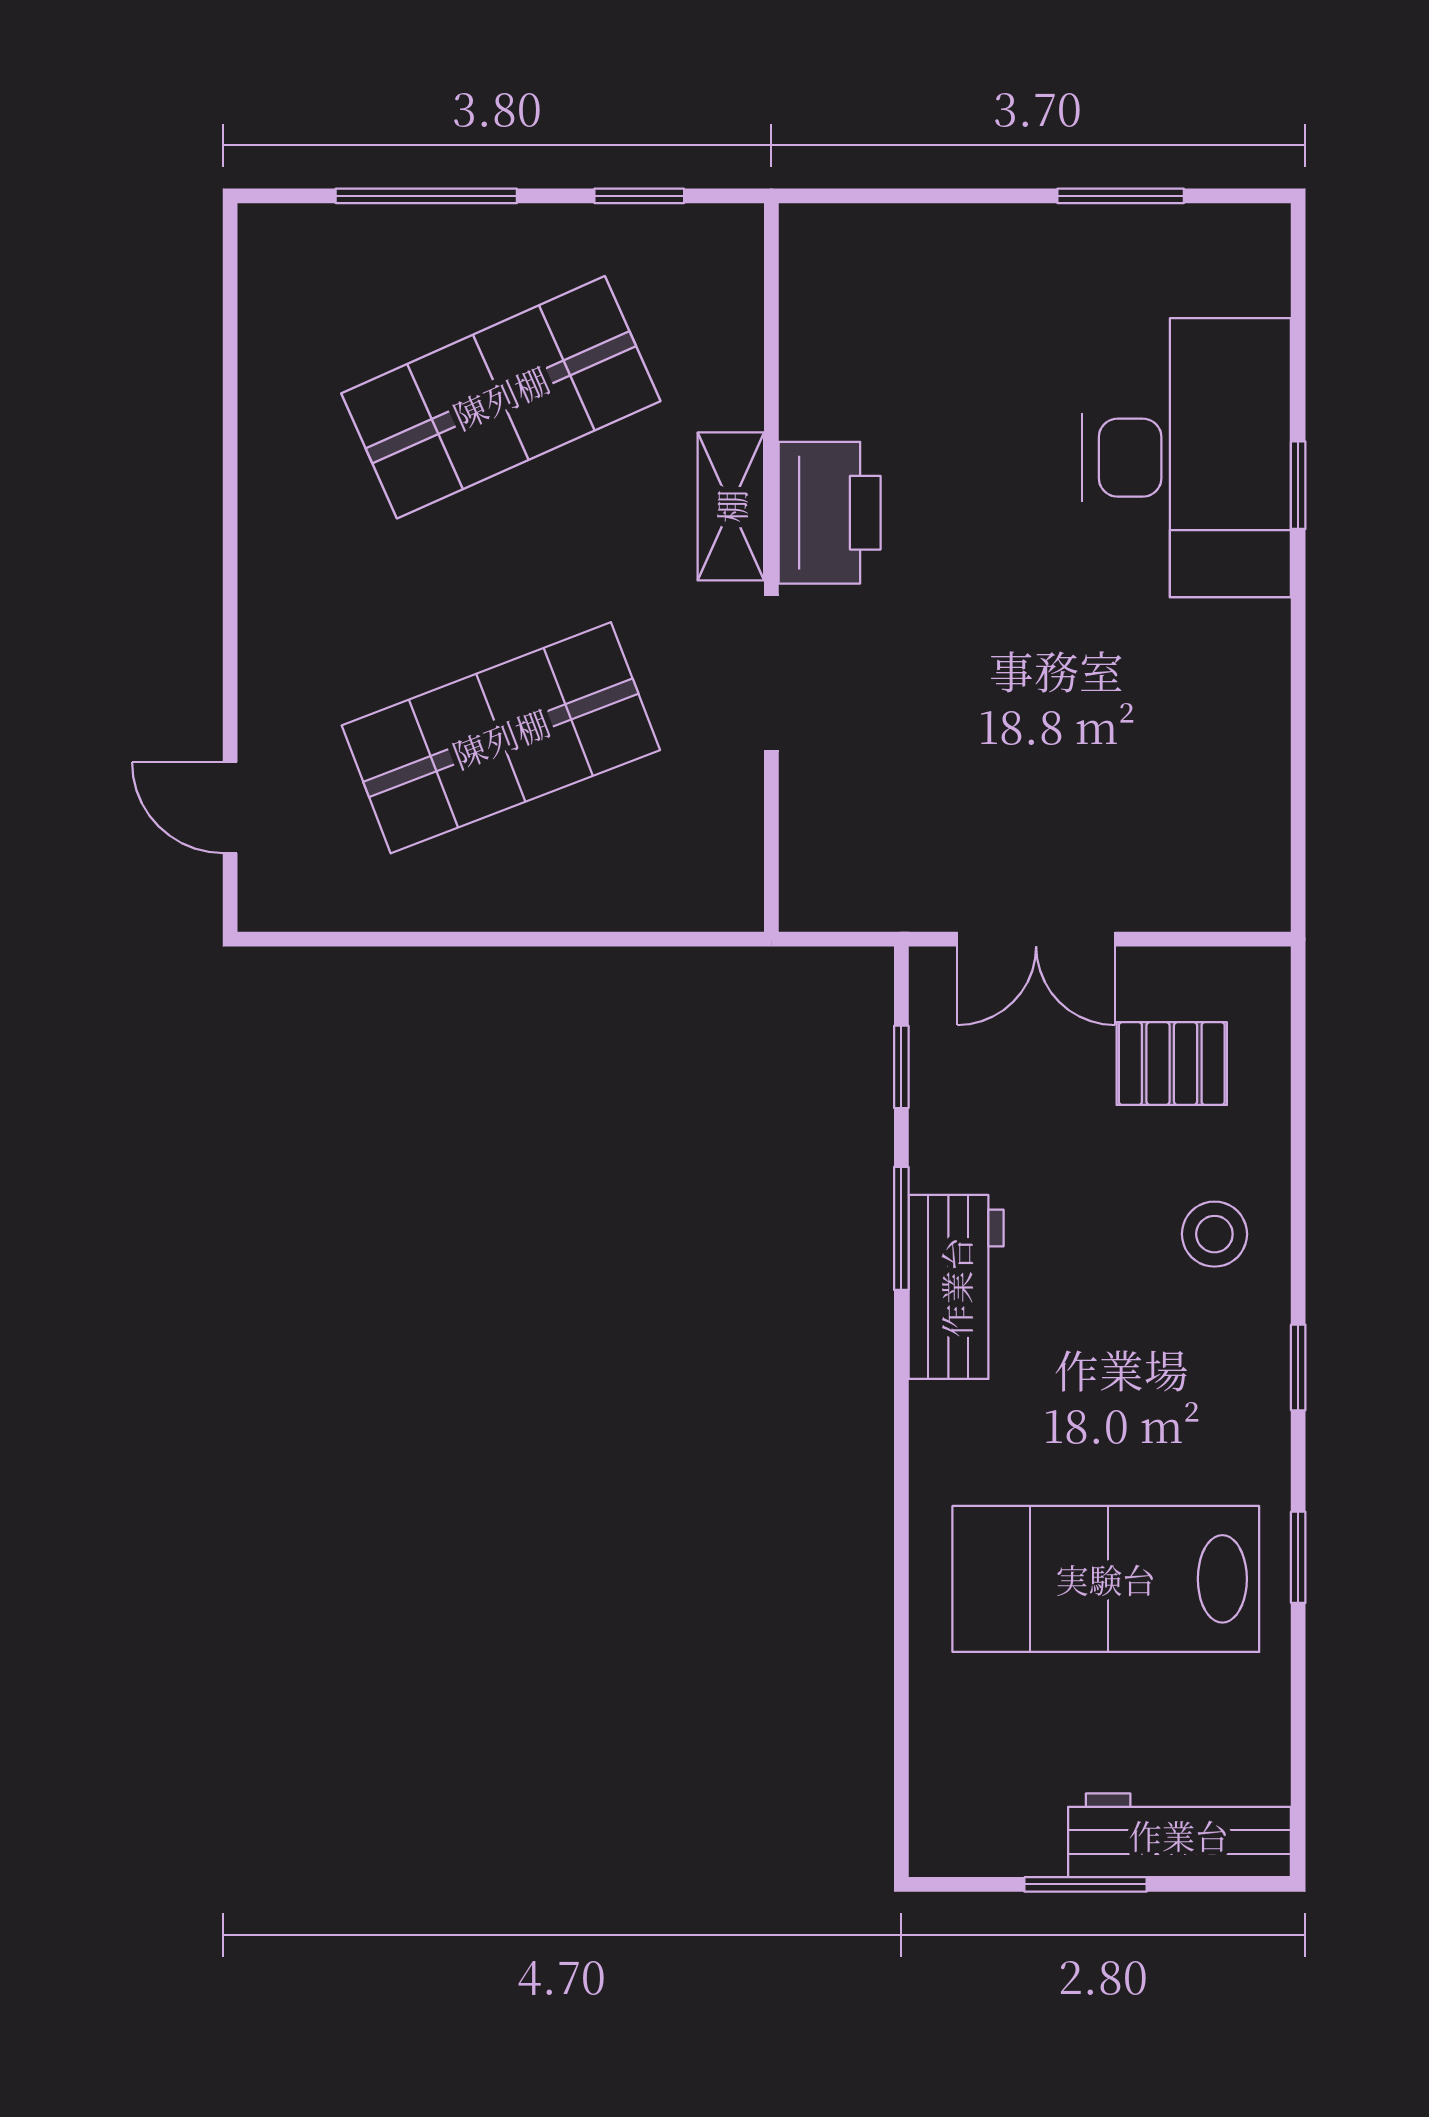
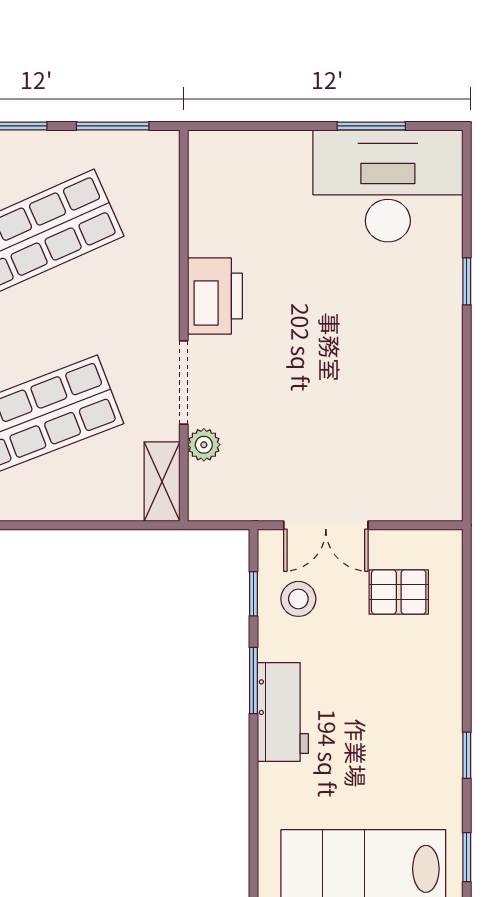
window: (639, 196) -> (113, 126), width x1.50
desk: (1187, 458) -> (388, 186), moved, turned -90
shelving: (731, 506) -> (162, 482), moved
plant: (809, 789) -> (204, 445), added
stool: (1214, 1234) -> (298, 599), moved

